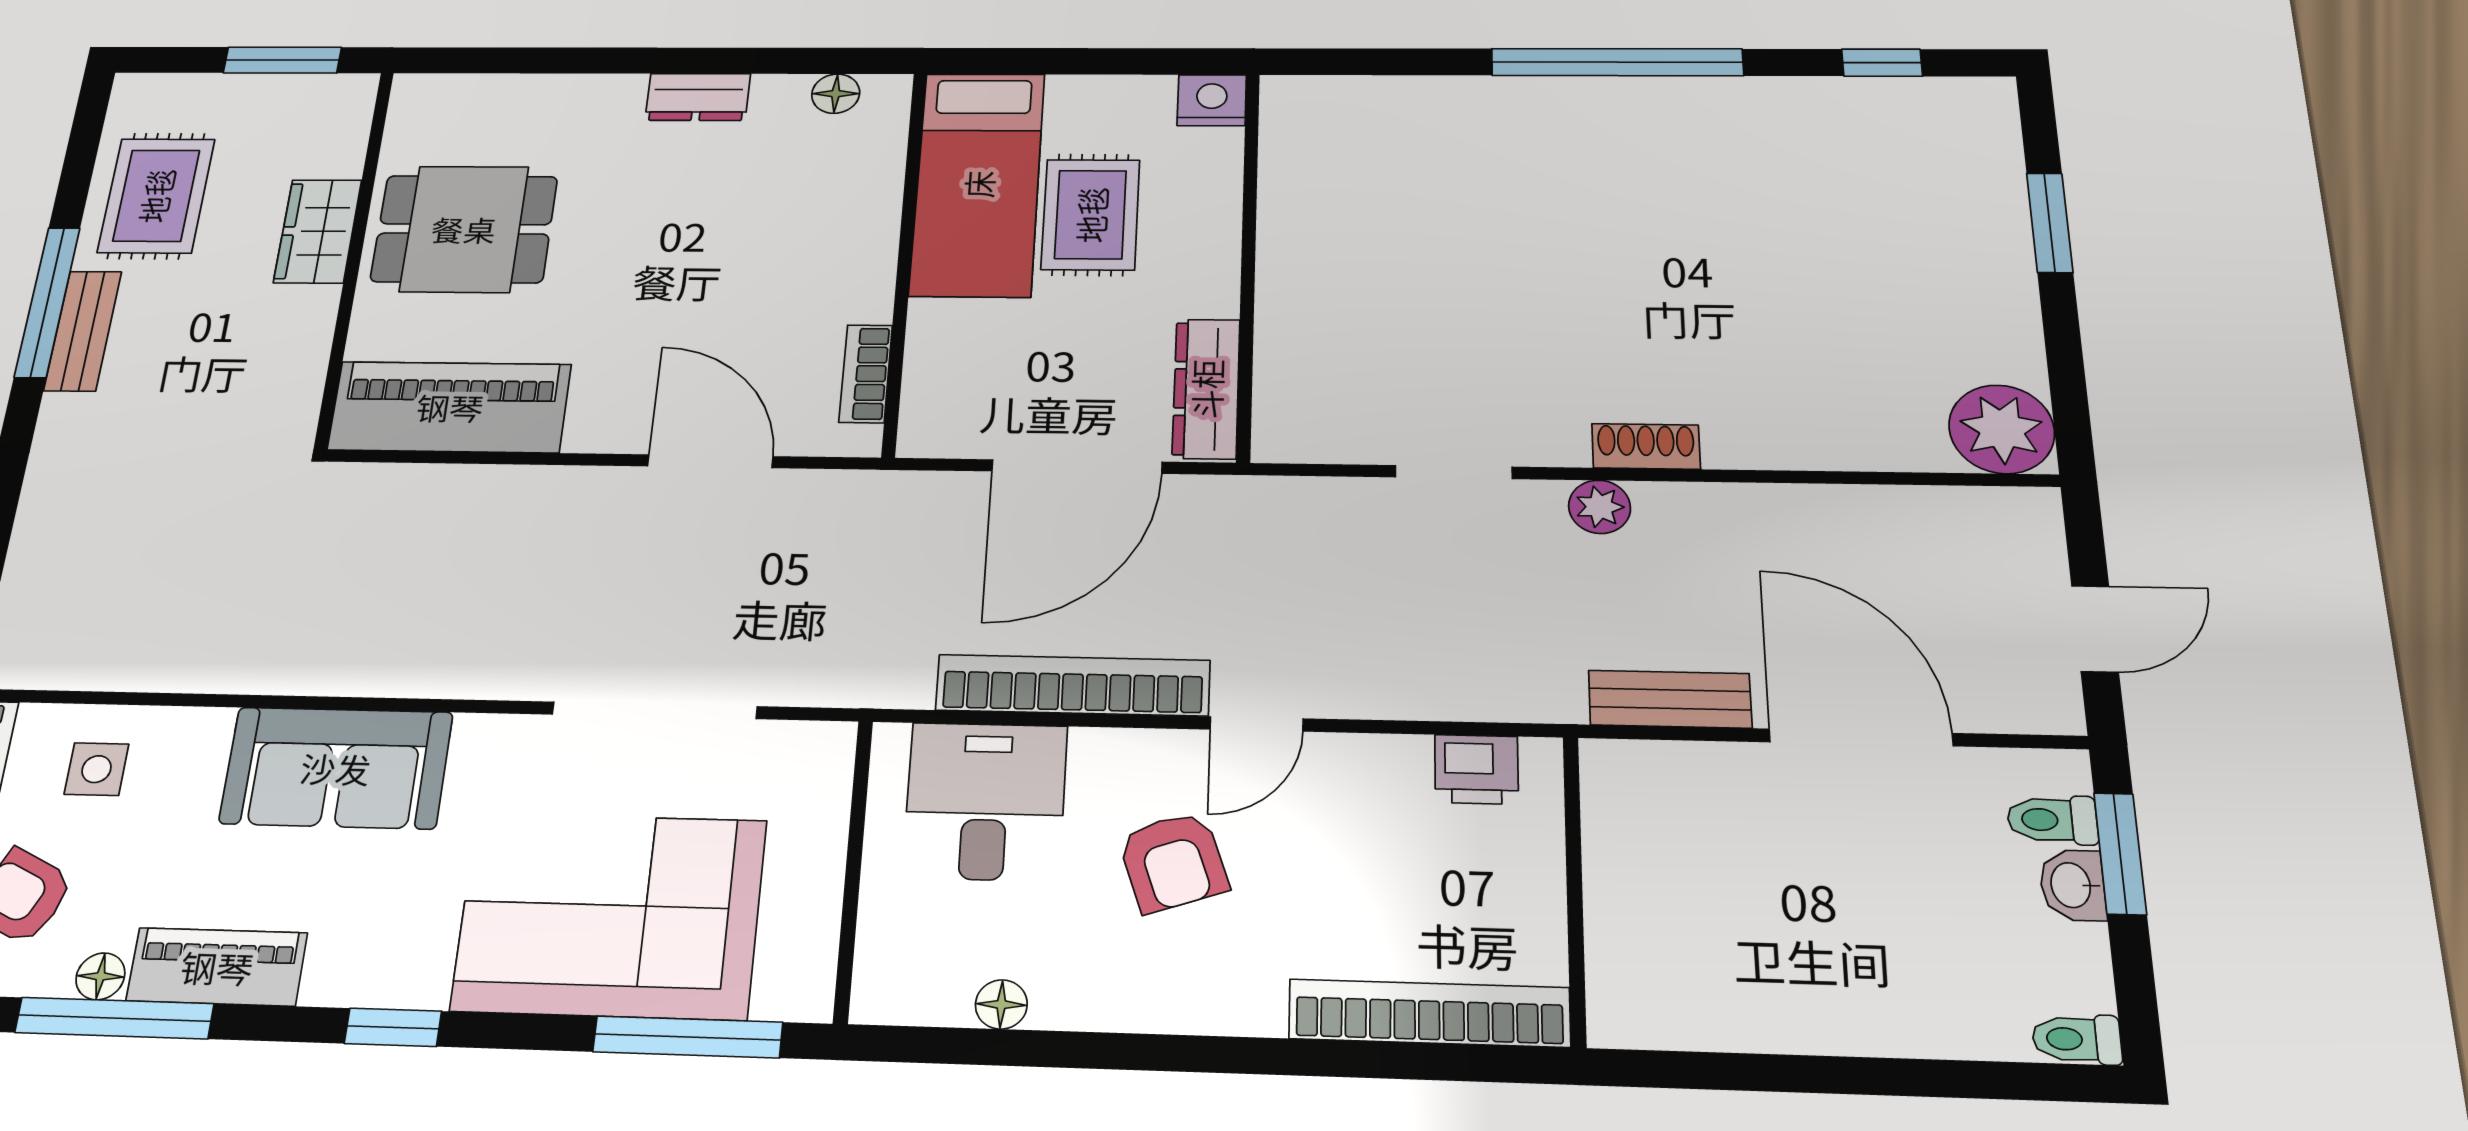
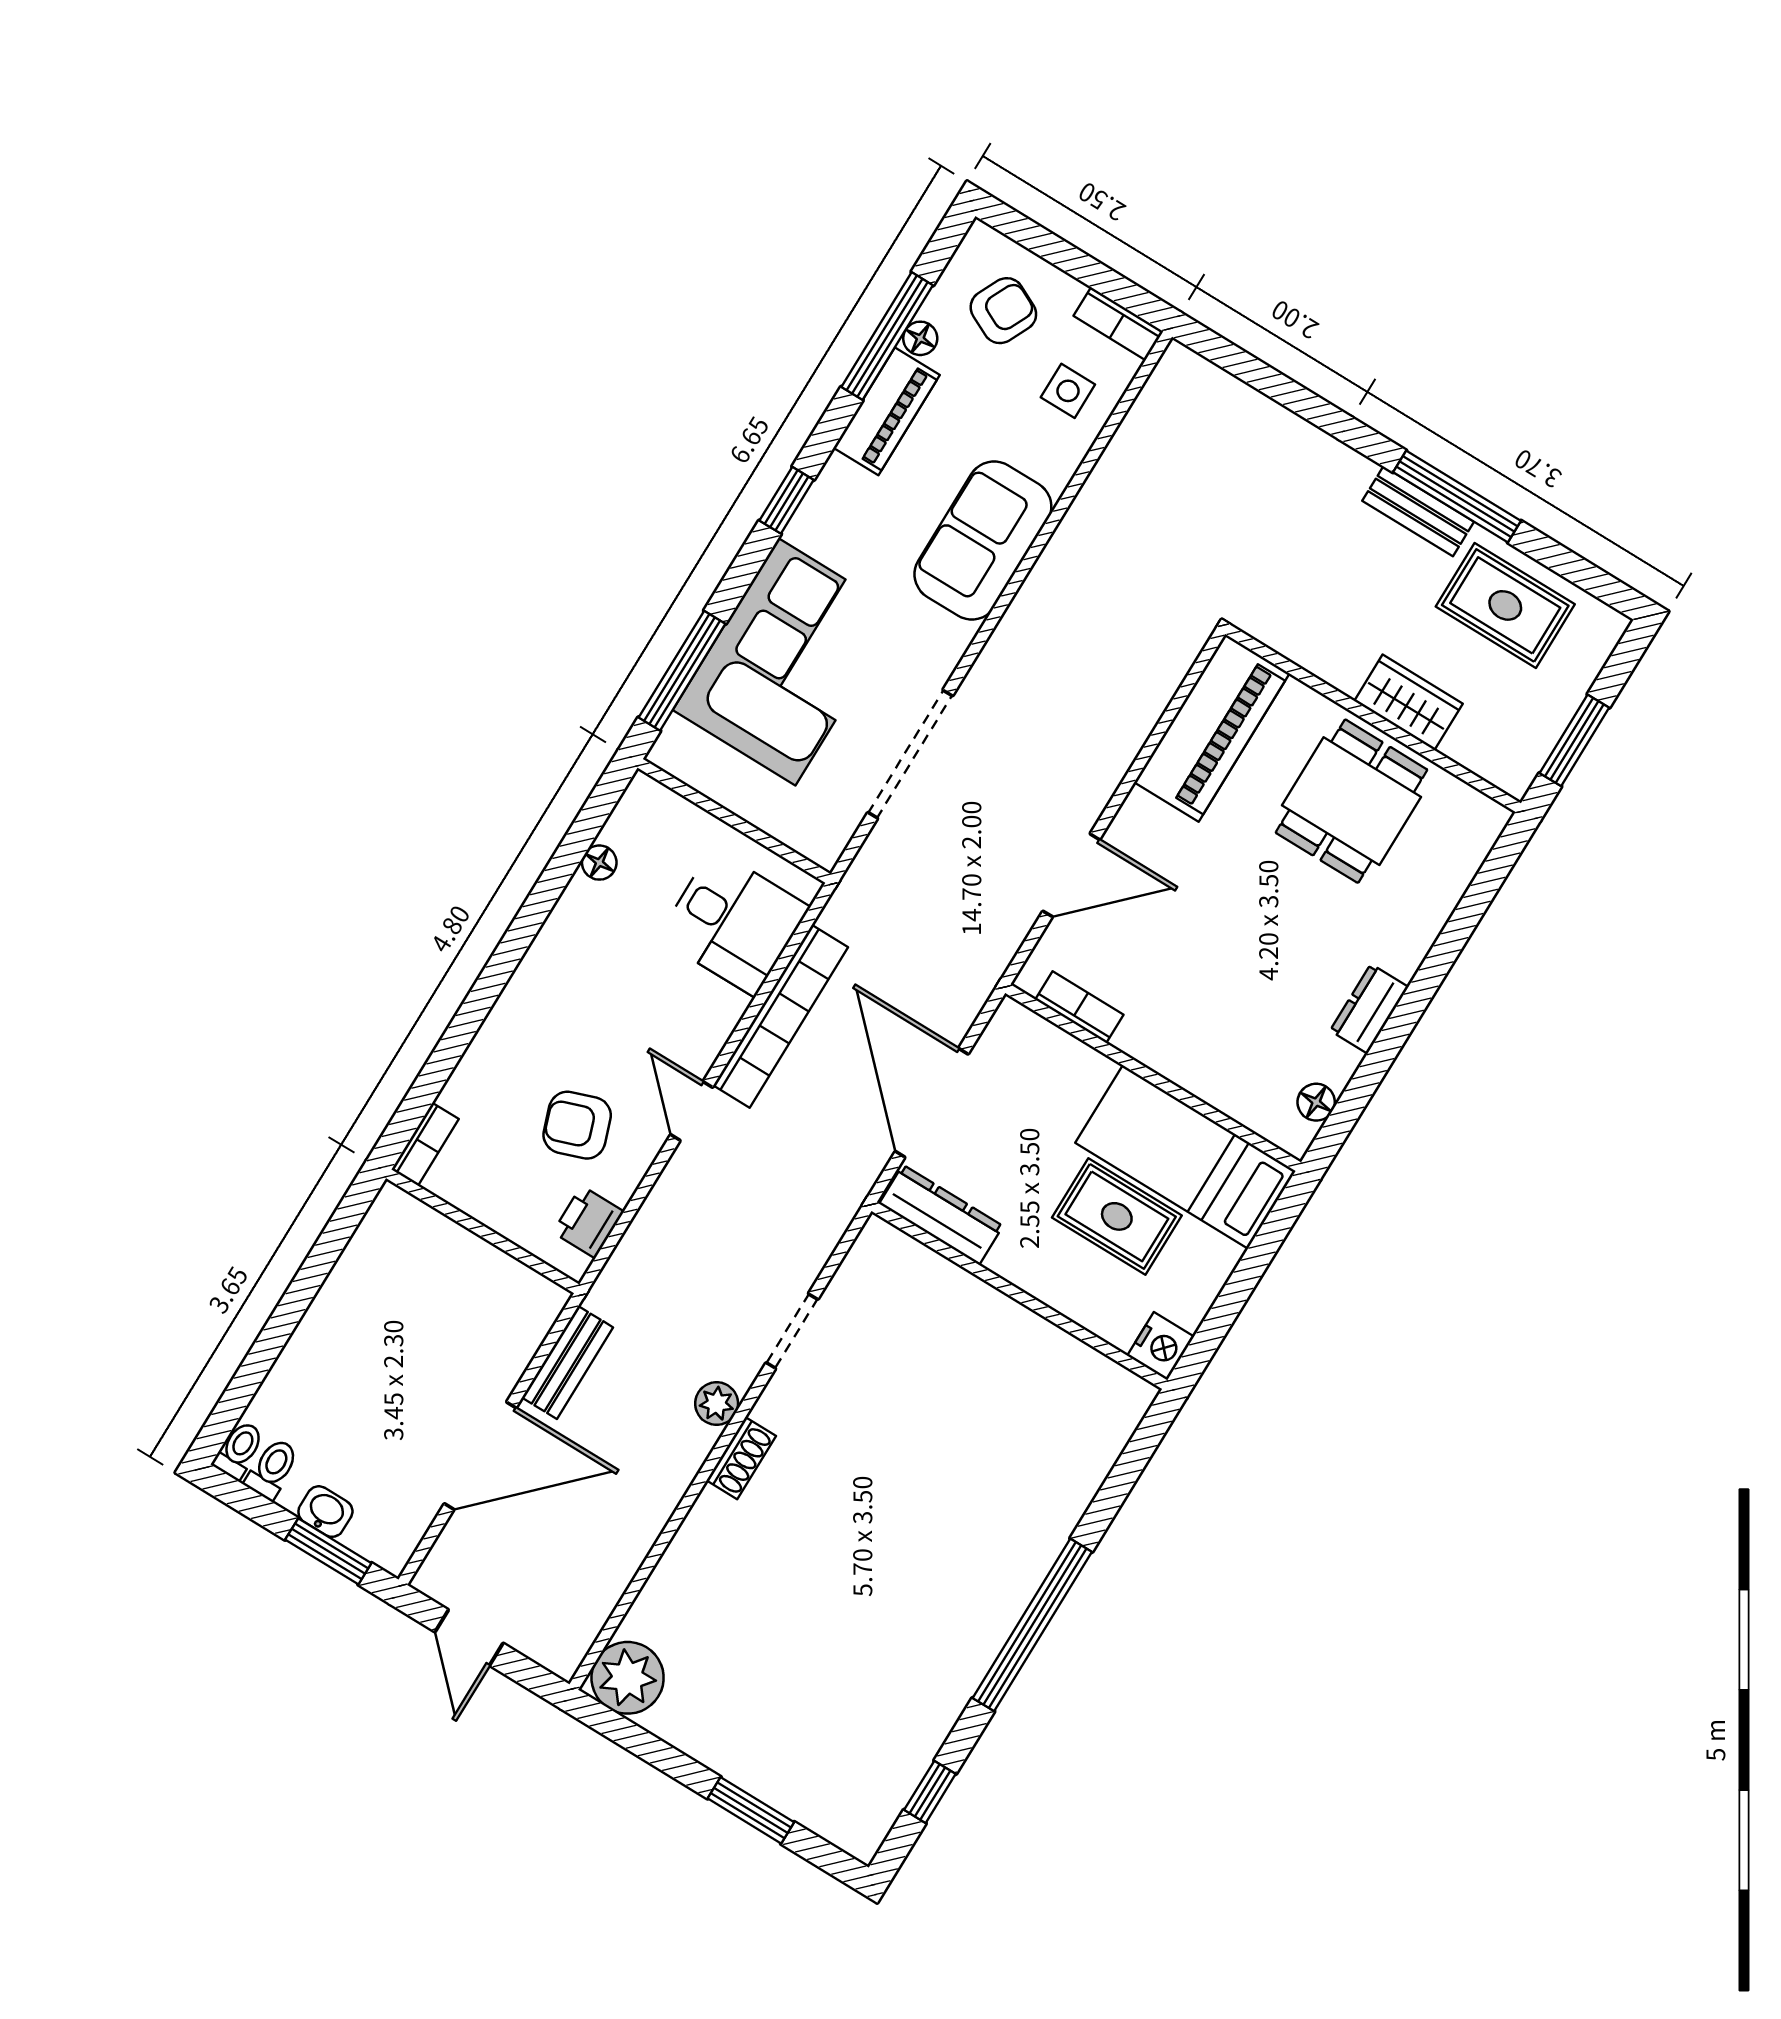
toilet: (2052, 820) -> (272, 1469), moved
armchair: (1173, 862) -> (577, 1125), moved
bookcase: (1429, 1013) -> (425, 1144), width x0.43, depth x0.76

